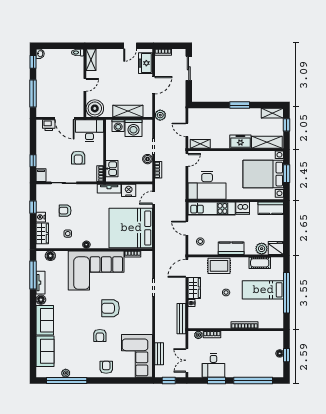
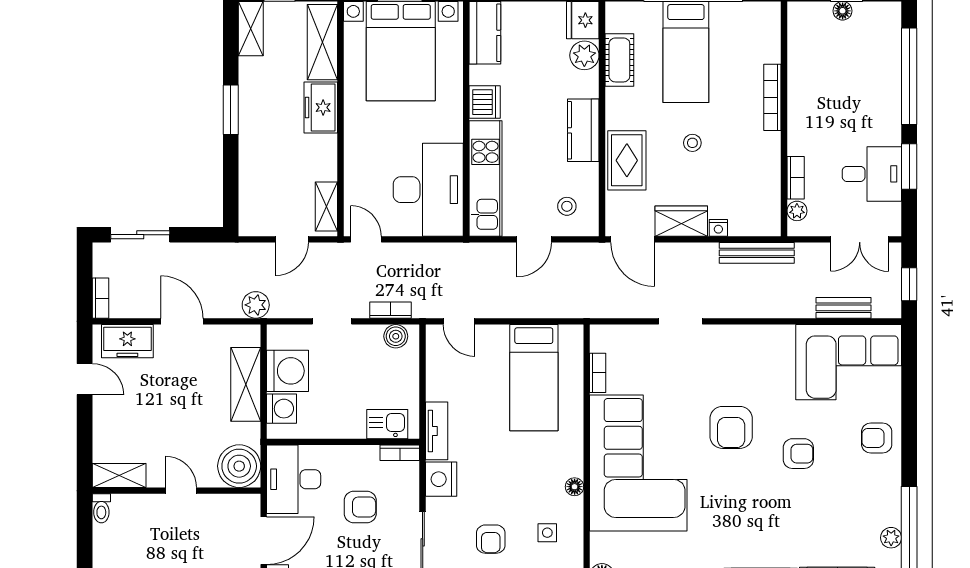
boiler: (148, 159) -> (396, 336), moved
nightstand: (129, 190) -> (441, 479), moved
bed: (131, 228) -> (534, 378), width x0.49

